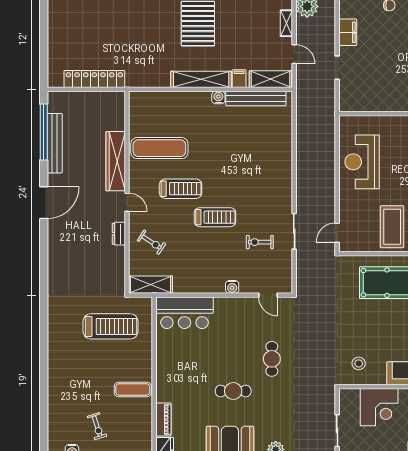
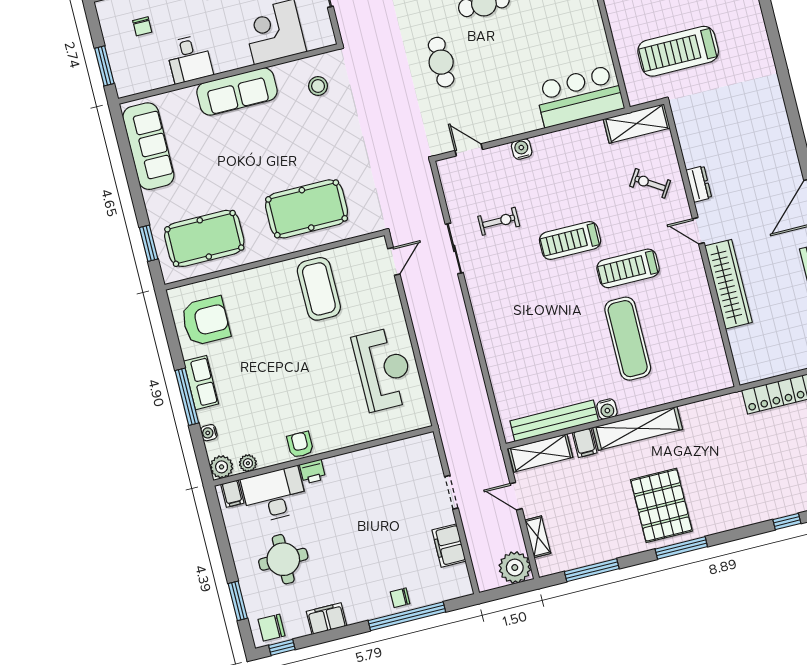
exercise mat: (159, 148) -> (628, 339), moved, turned 90

